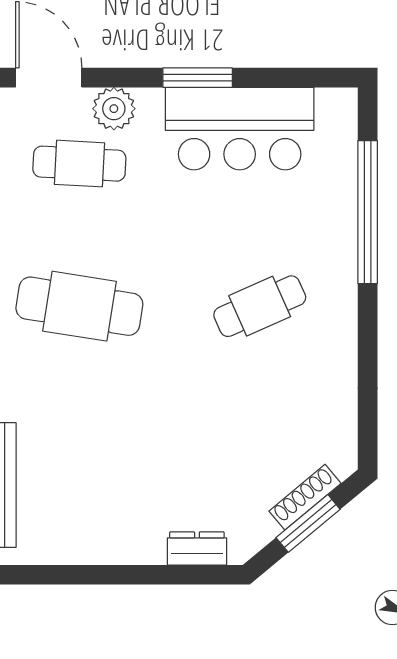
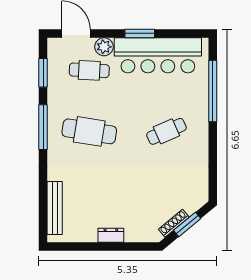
bar counter: (240, 129) -> (158, 55), width x1.36
shoe rack: (305, 497) -> (174, 223), moved
dresser: (197, 548) -> (111, 235), moved

